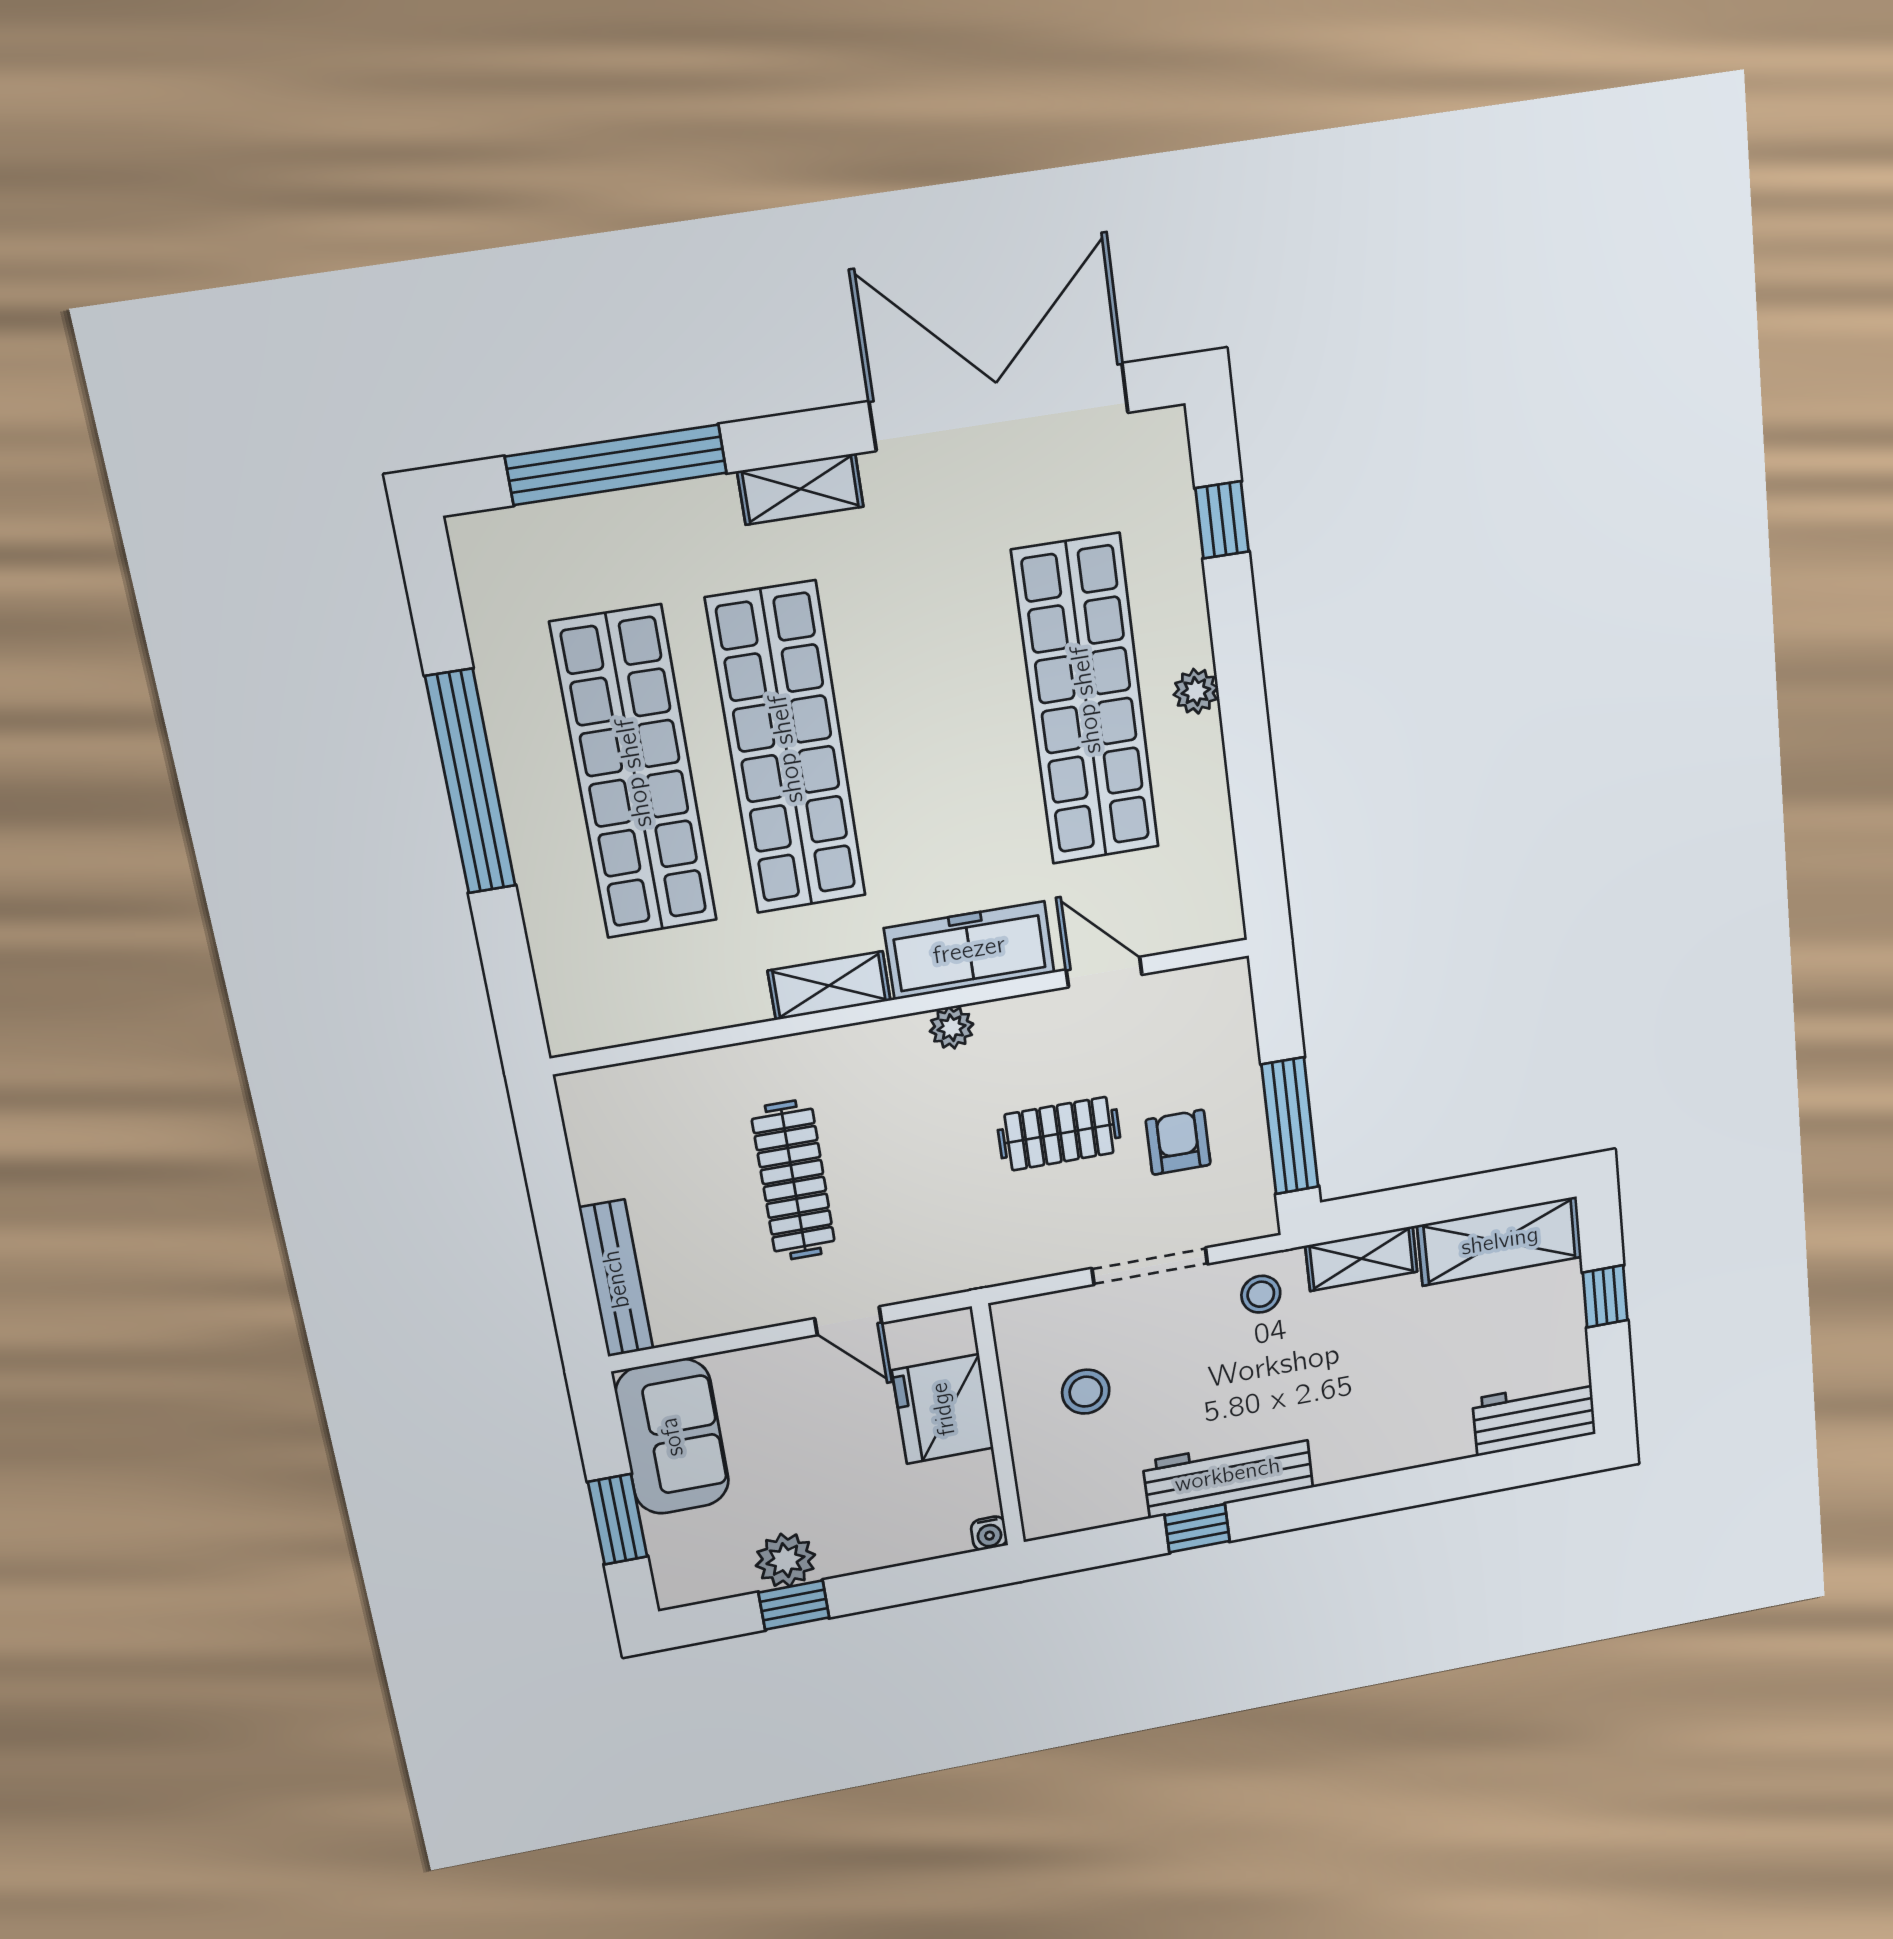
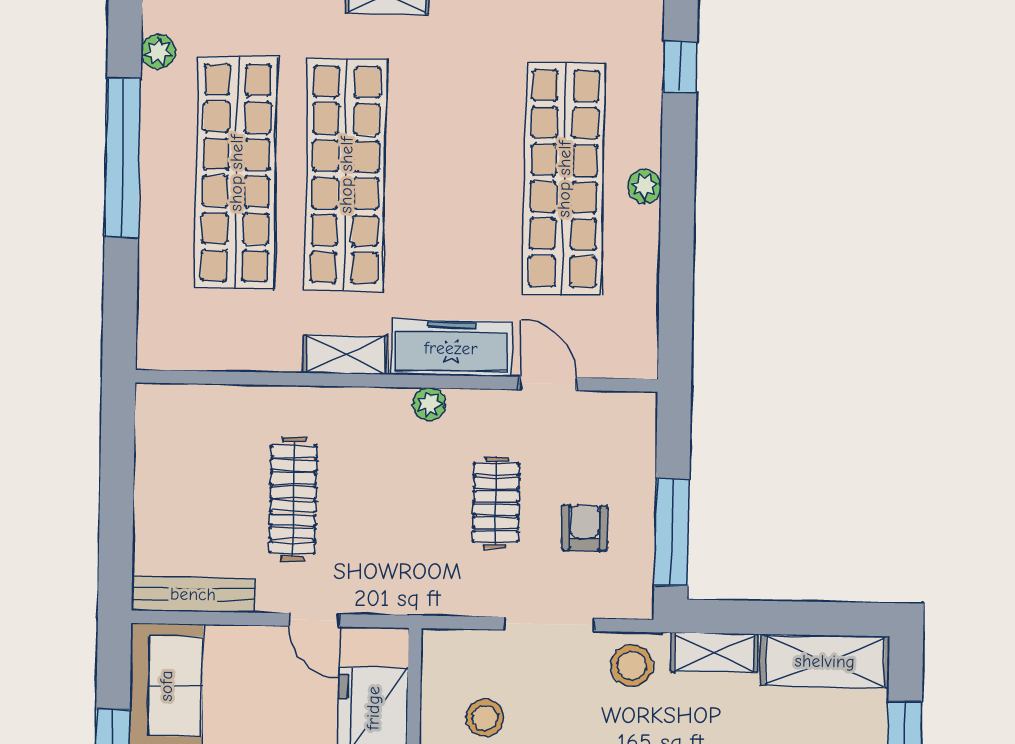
plant: (490, 626) -> (158, 52), added
clothes rail: (1059, 1134) -> (496, 503), turned 90
bench: (616, 1279) -> (193, 594), moved, turned 90
stool: (1261, 1294) -> (632, 666), width x1.37, depth x1.37

